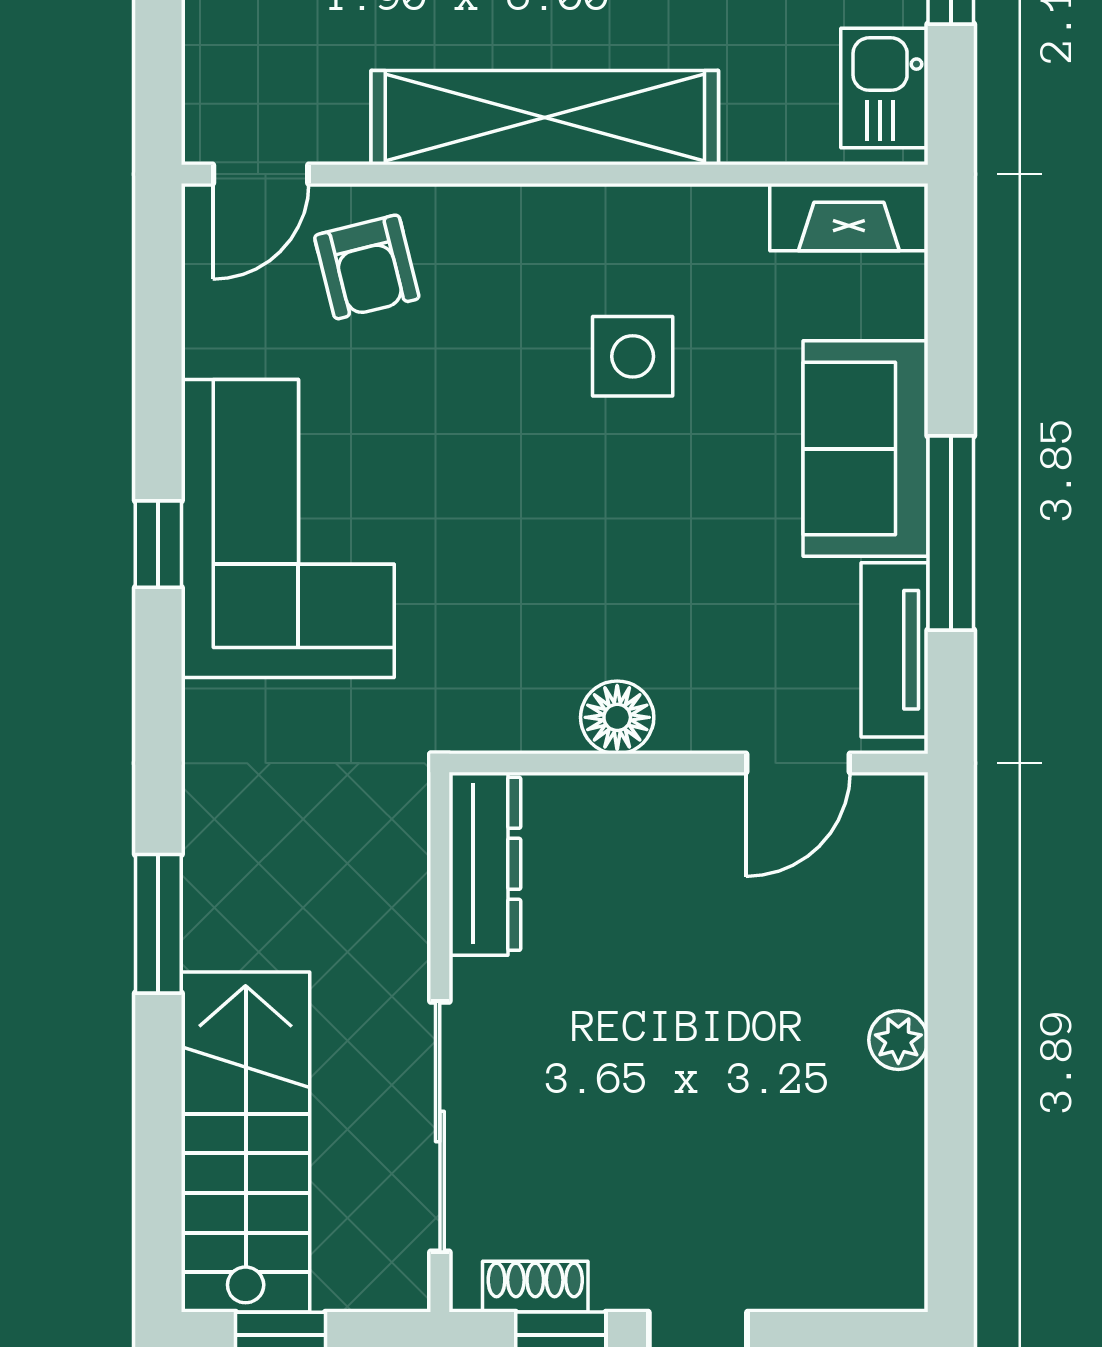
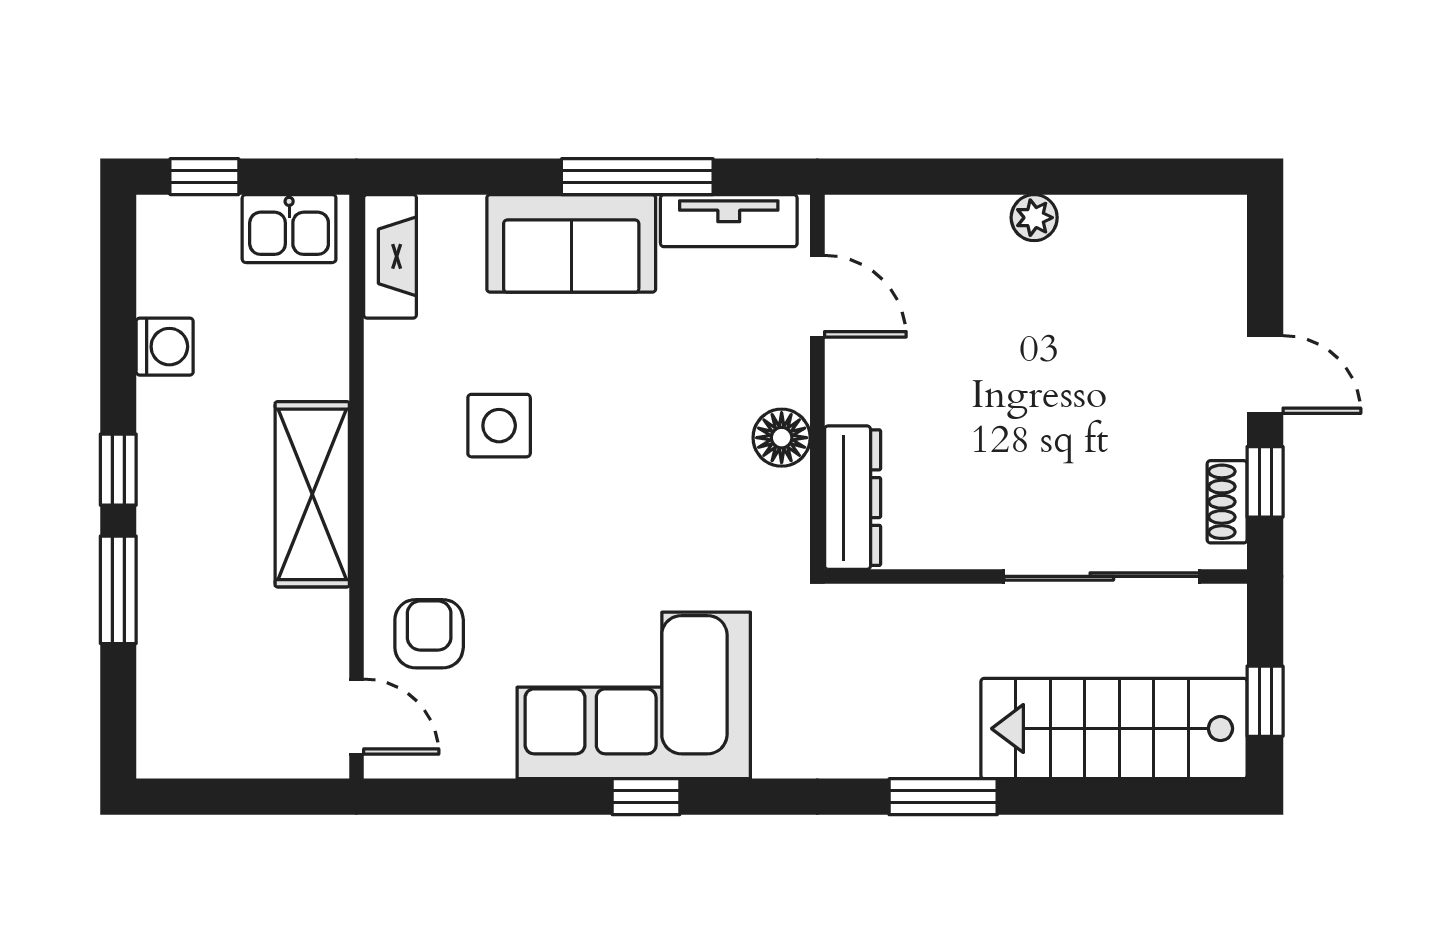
shelving: (545, 118) -> (312, 494), width x0.68
armchair: (367, 267) -> (429, 634), turned -76
dresser: (485, 864) -> (853, 498), moved, turned 90

